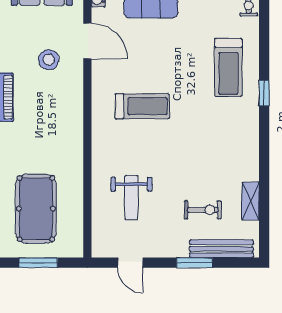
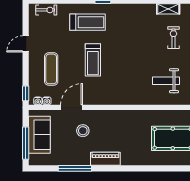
treadmill: (142, 106) -> (93, 60), moved, turned 180
weight bench: (131, 197) -> (166, 81), turned 180

